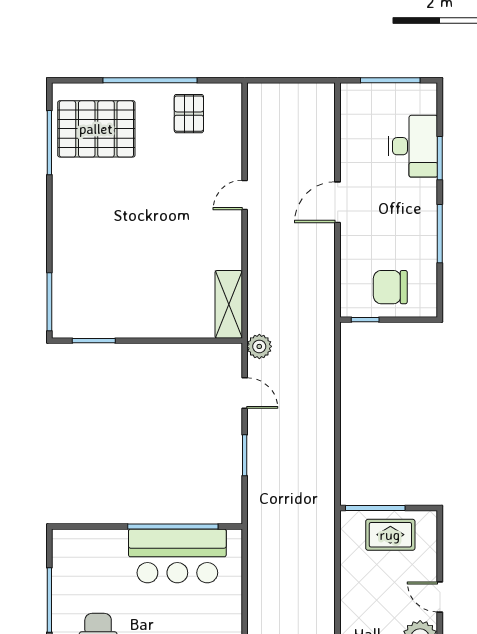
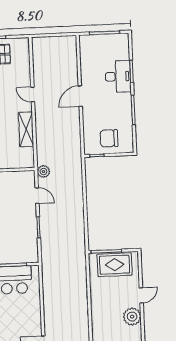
desk: (413, 146) -> (118, 76), moved
door: (245, 195) -> (33, 95), hinge flipped
shelving: (229, 304) -> (26, 129), moved
rug: (390, 535) -> (115, 265), width x1.36, depth x1.43
door: (440, 597) -> (141, 295), swing flipped

